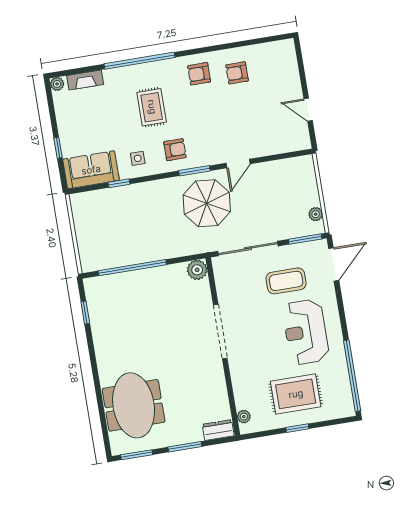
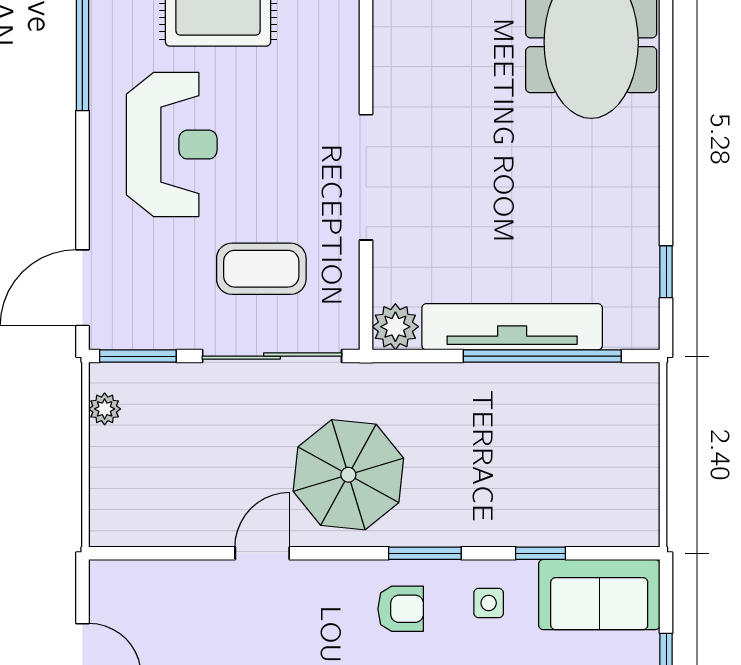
armchair: (175, 150) -> (401, 609), turned 180
window: (194, 171) -> (425, 553), moved
tv unit: (147, 278) -> (512, 327), added
coffee table: (286, 281) -> (261, 269), moved

